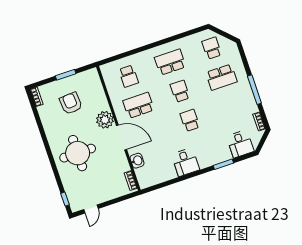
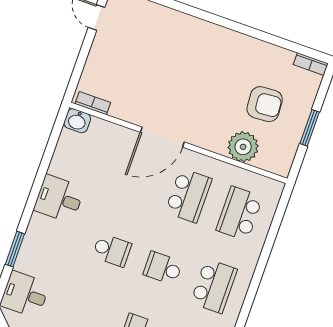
school desk: (129, 76) -> (239, 213), width x1.85
school desk: (180, 91) -> (163, 268), turned 180
plant: (105, 120) -> (243, 147), moved
round table: (78, 153) -> (188, 59), removed
washbasin: (137, 161) -> (77, 121), moved

